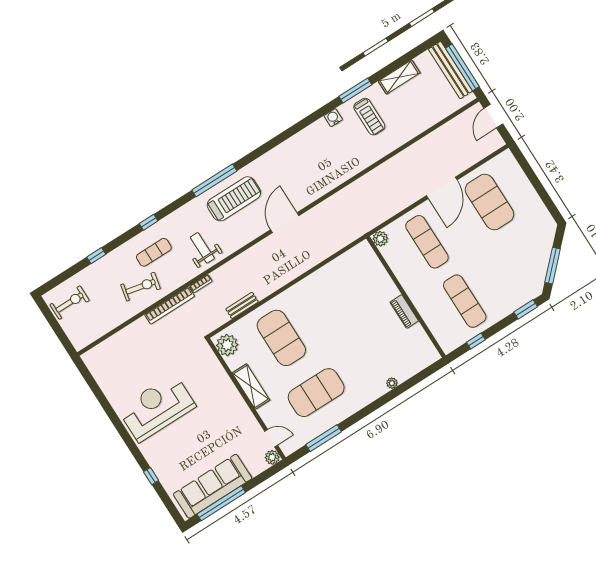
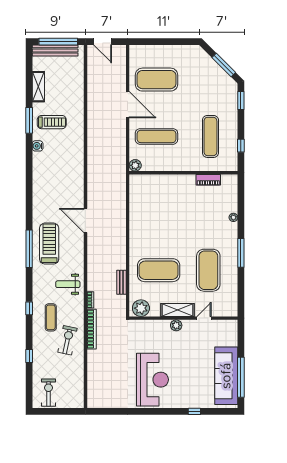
exercise mat: (465, 301) -> (210, 136), turned 90
piano: (404, 311) -> (208, 180), moved
reception desk: (157, 408) -> (152, 380), turned 180
door: (271, 438) -> (204, 318), moved
window: (324, 438) -> (241, 253), moved
plant: (272, 457) -> (176, 325), moved

